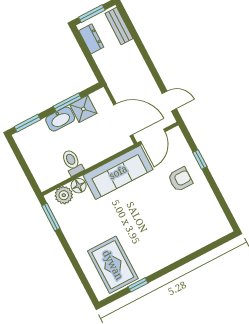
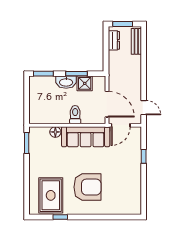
toilet: (72, 162) -> (75, 115), moved
armchair: (180, 179) -> (87, 187), moved, width x1.88, depth x1.88
plant: (64, 195) -> (42, 133), removed

